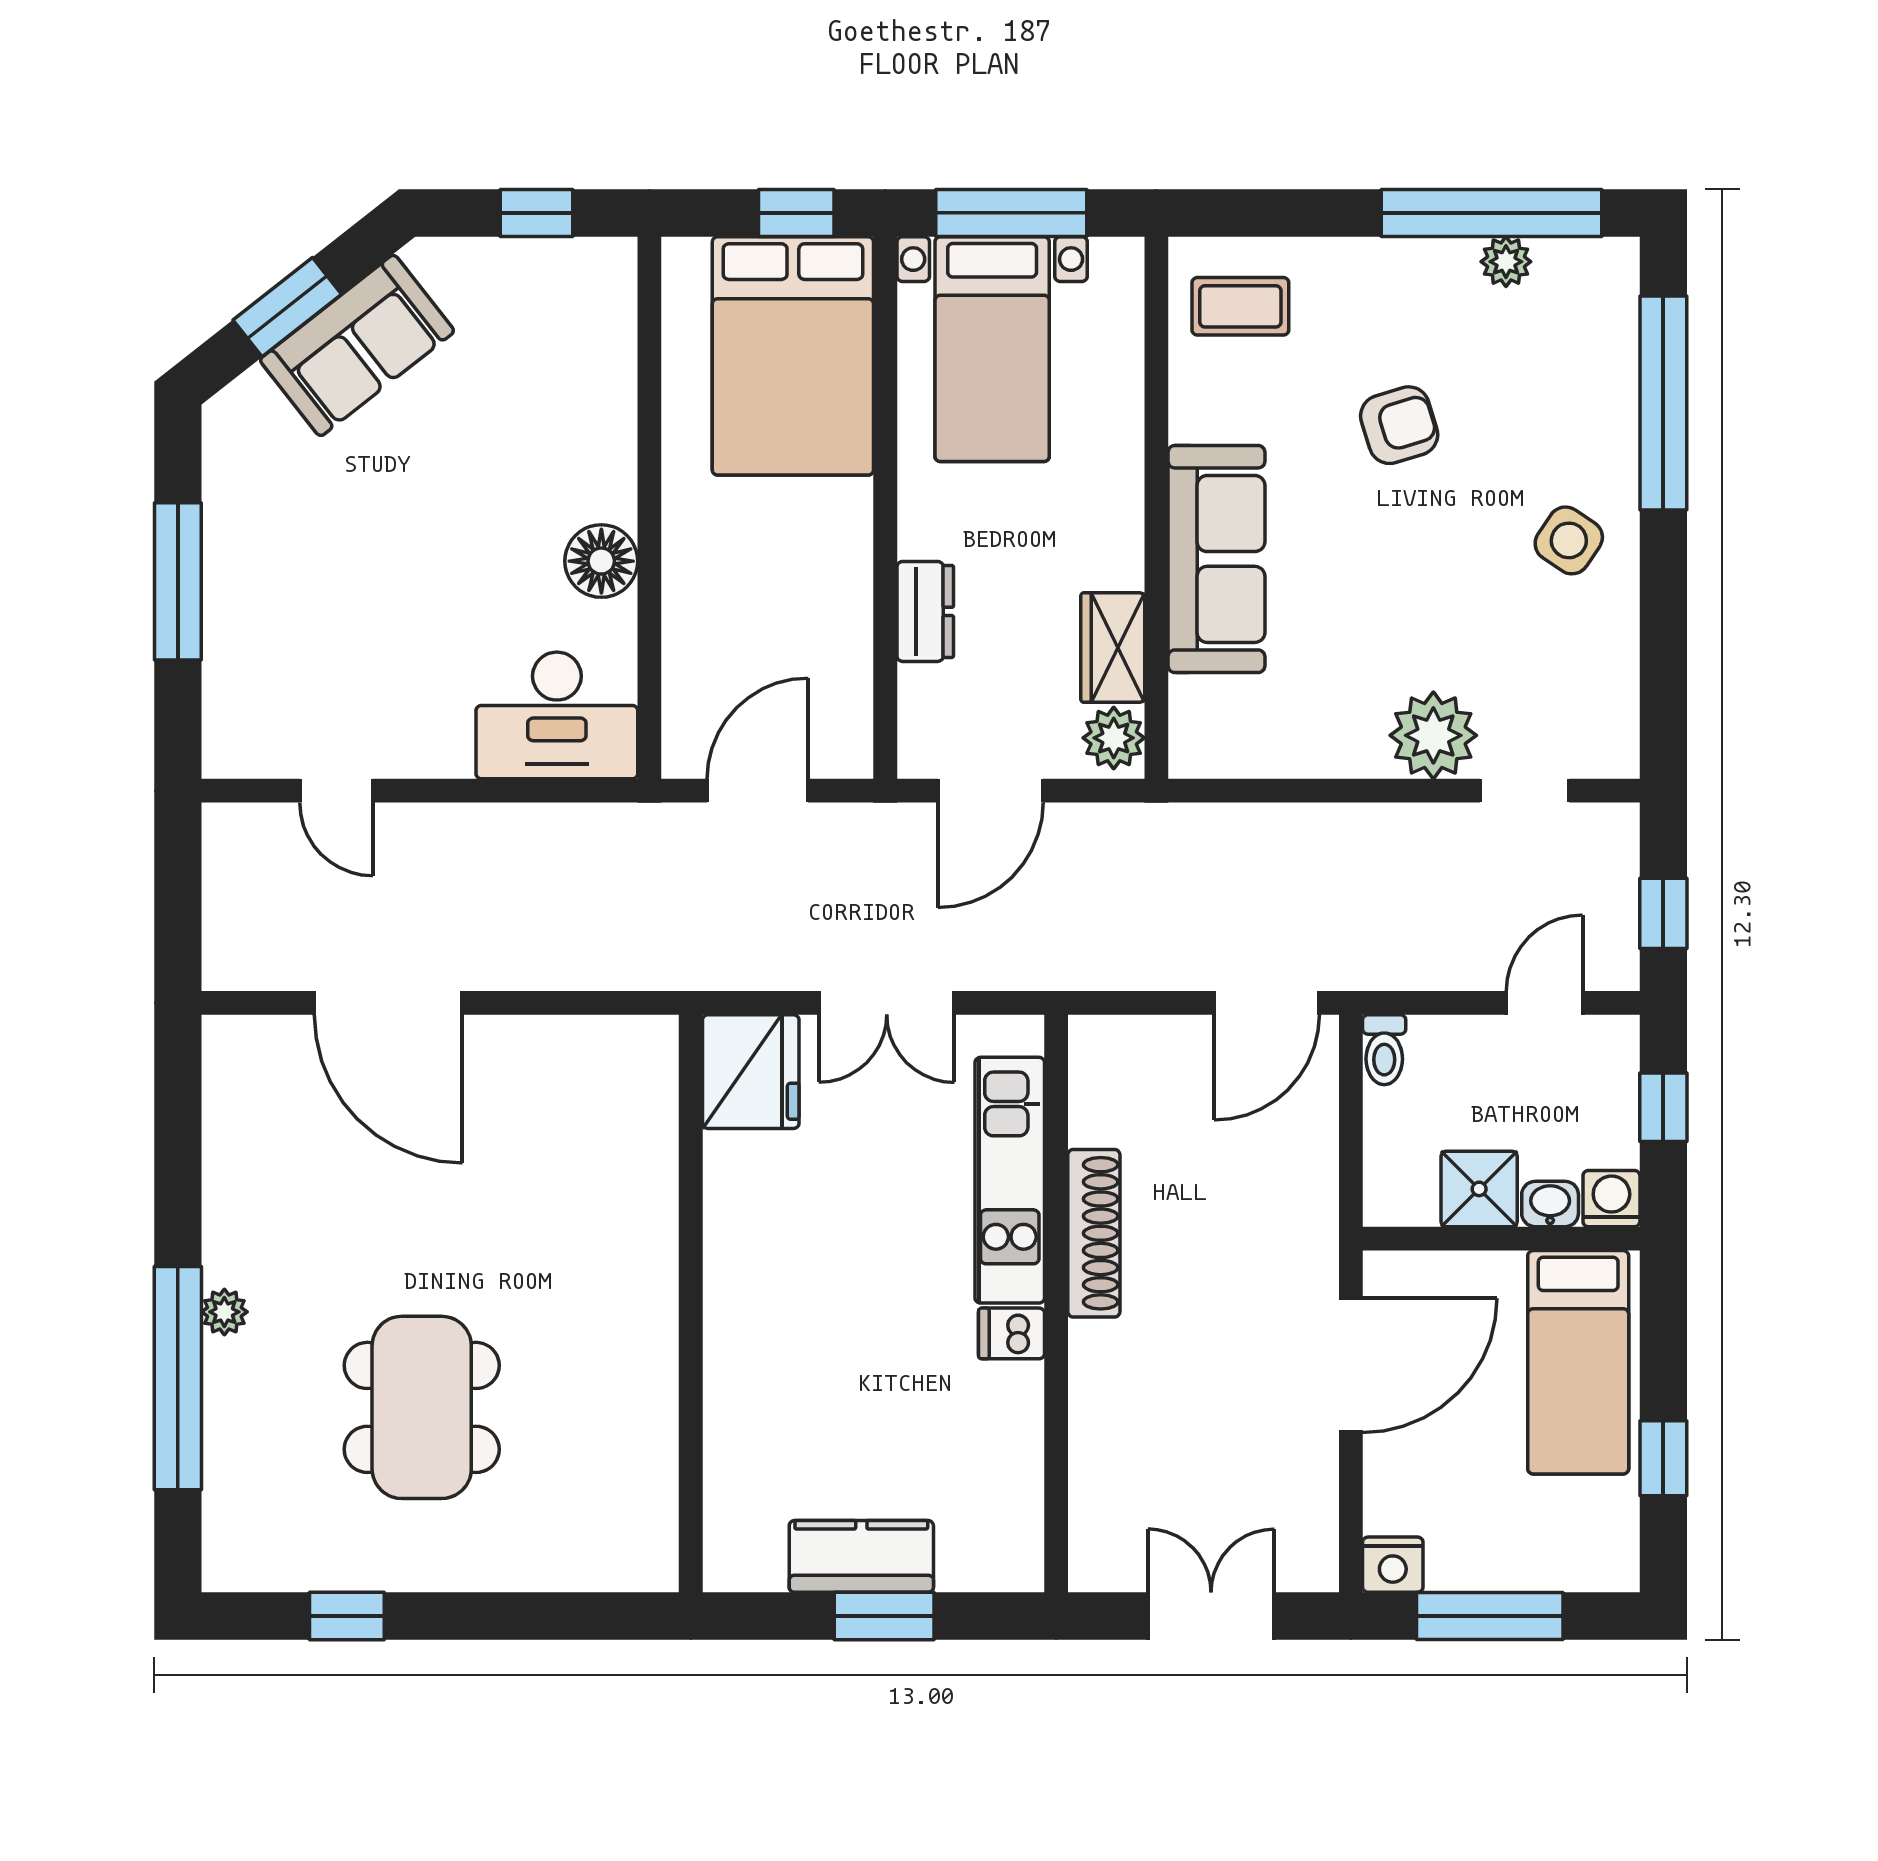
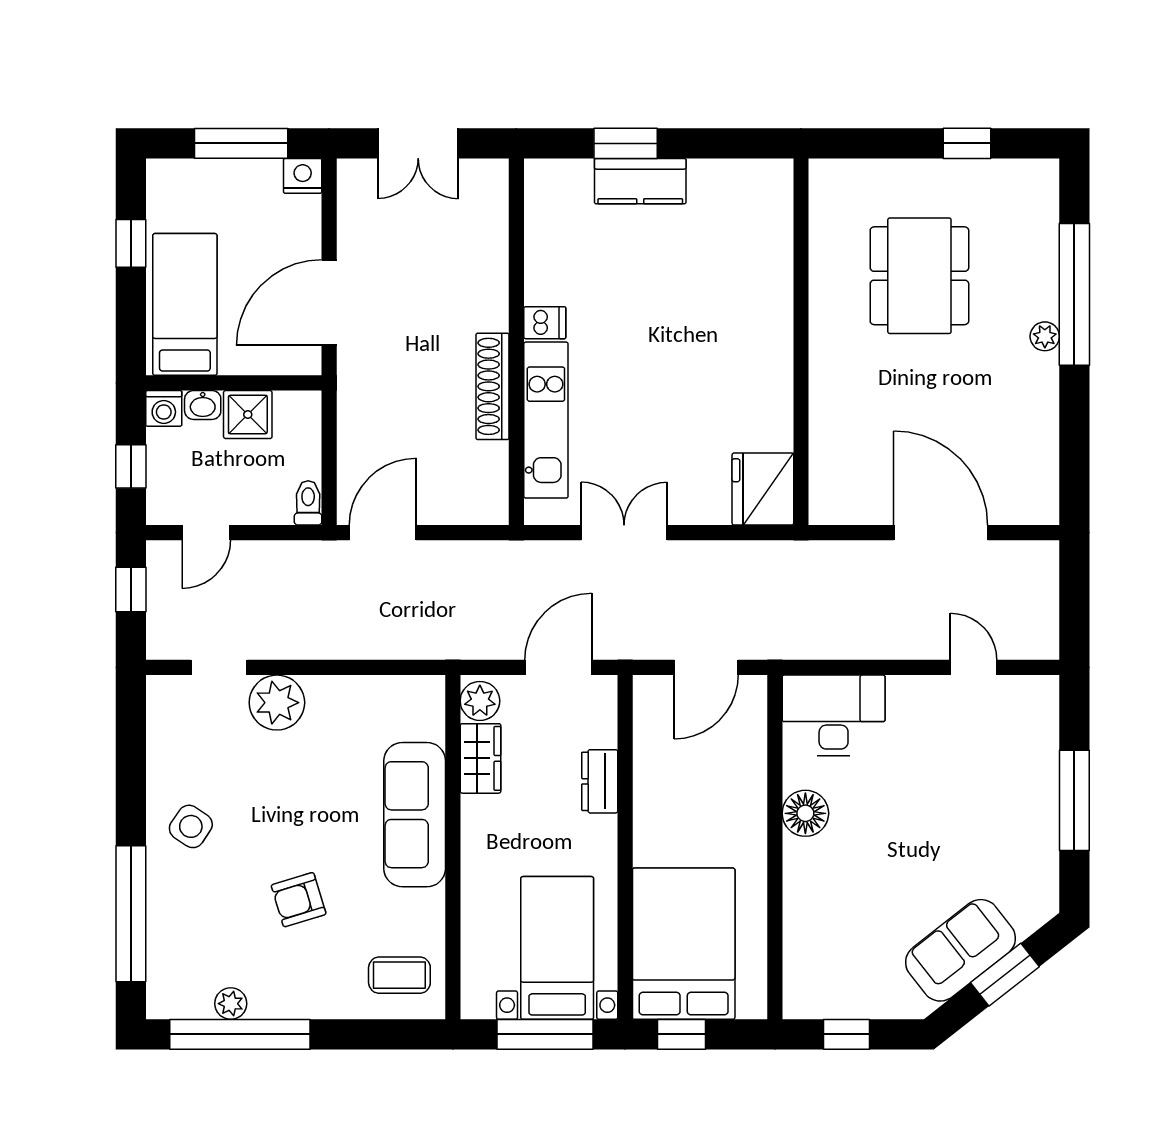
fridge: (751, 1072) -> (763, 489), moved
wall: (691, 1304) -> (801, 342), moved

